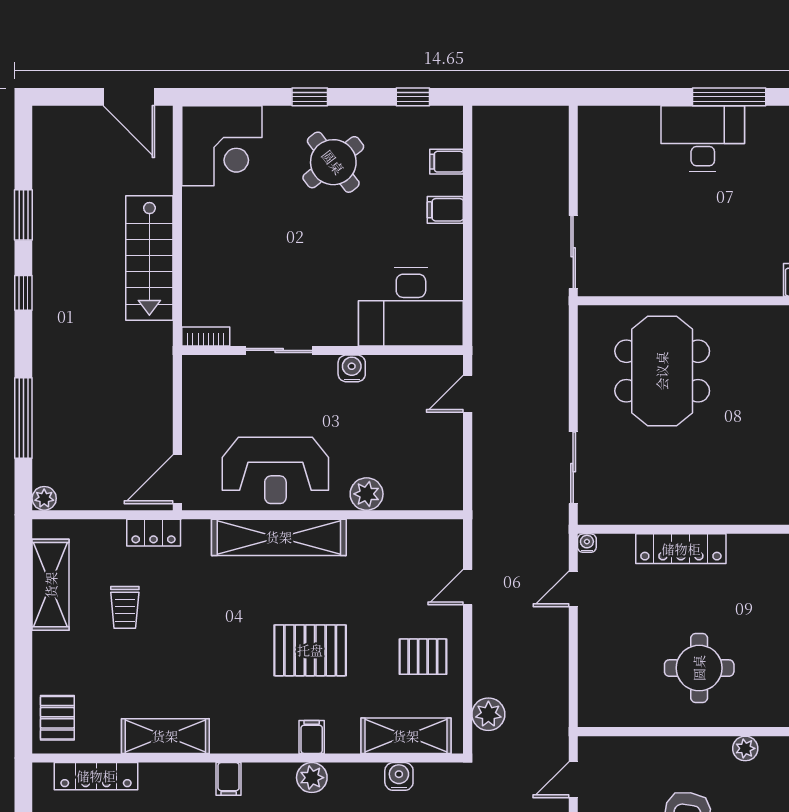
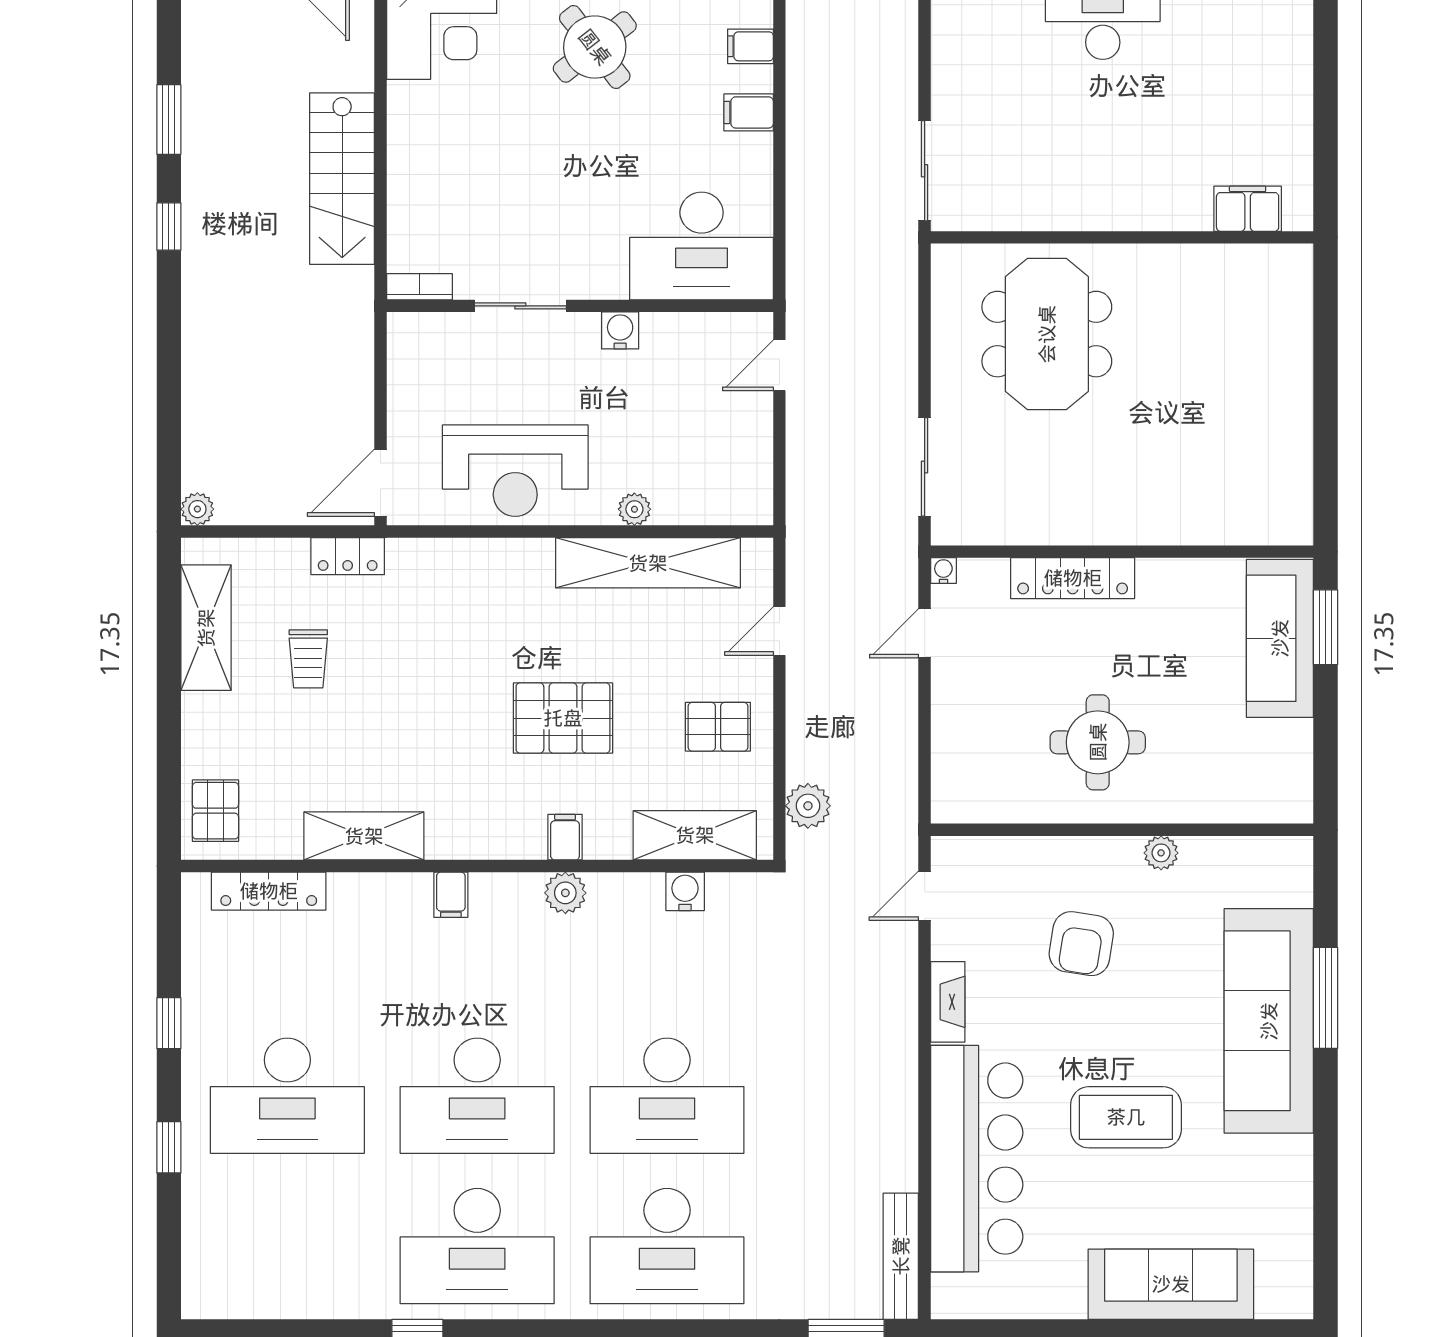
window: (23, 418) -> (169, 399), removed
plant: (367, 494) -> (634, 509), width x0.73, depth x0.73
shelving: (279, 537) -> (648, 563), moved

